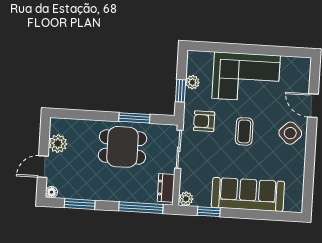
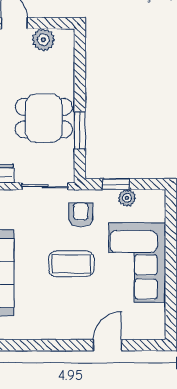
coffee table: (244, 131) -> (71, 264), width x1.36, depth x1.30
side table: (290, 133) -> (73, 320), removed
dining table: (122, 147) -> (44, 118), turned 90

